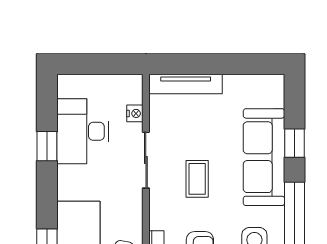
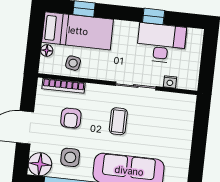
tv unit: (186, 84) -> (187, 121), removed
coffee table: (197, 179) -> (118, 121), turned 90

